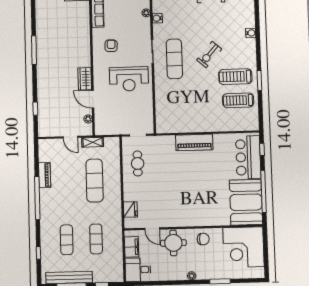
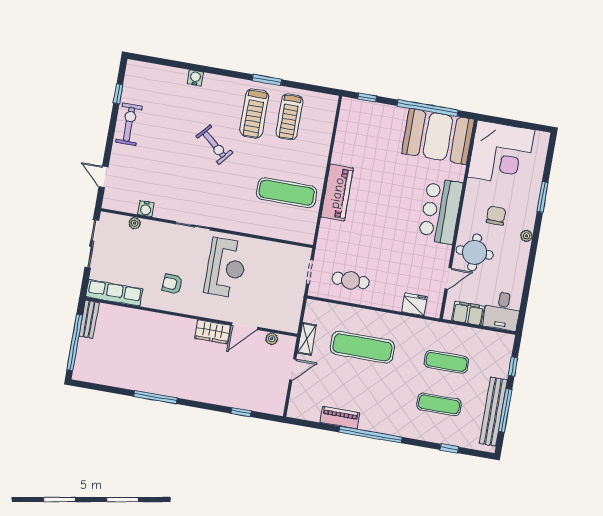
exercise mat: (174, 59) -> (287, 193), moved
bar counter: (248, 157) -> (441, 211), moved, turned 90
chair: (203, 239) -> (496, 216), moved

